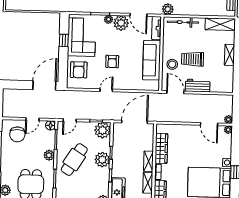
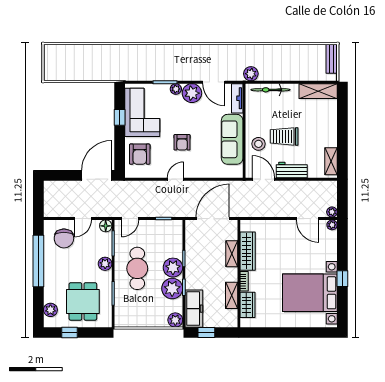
shelving: (230, 55) -> (331, 161), moved
plant: (103, 130) -> (172, 289), moved
cafe table: (74, 160) -> (137, 268), turned -32
shelving: (148, 161) -> (232, 254), moved

